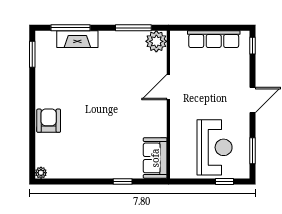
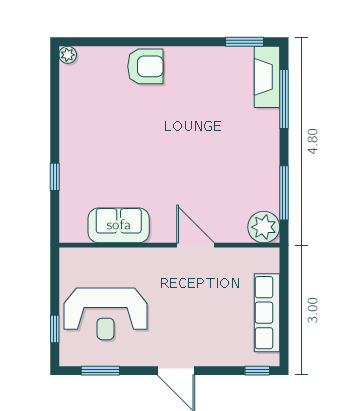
fireplace: (77, 39) -> (267, 77), moved
sofa: (155, 158) -> (119, 225), moved

